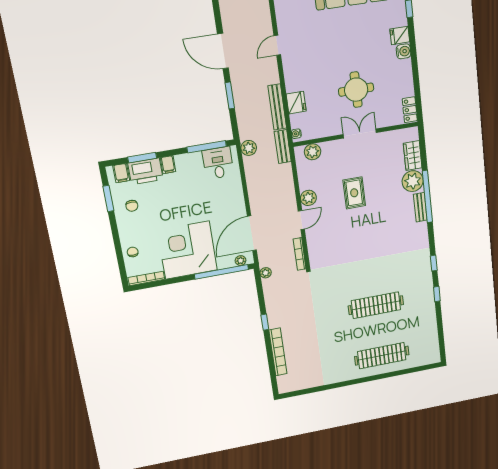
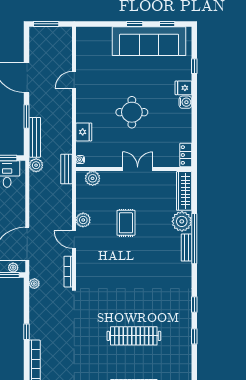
round table: (356, 90) -> (132, 112), moved
bench: (277, 107) -> (35, 137), moved
wardrobe: (413, 156) -> (184, 191), width x1.50
door: (301, 220) -> (74, 240), swing flipped

